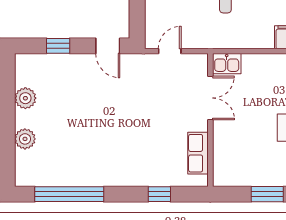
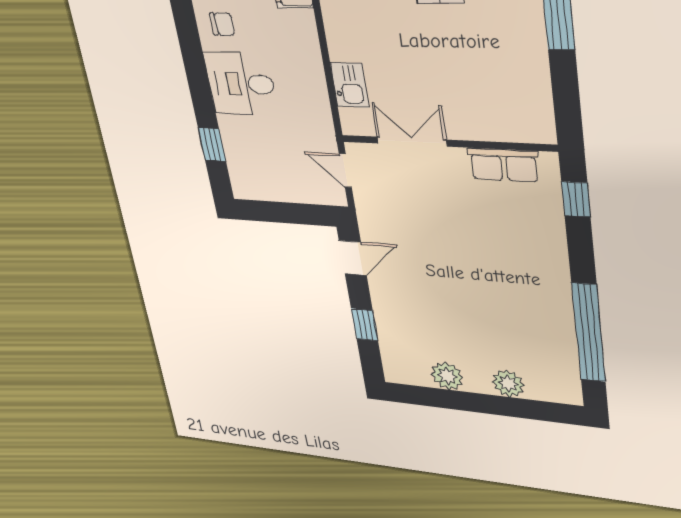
double door: (210, 98) -> (412, 142), moved
wall: (210, 120) -> (447, 143), moved
row of seats: (198, 153) -> (504, 165), moved

